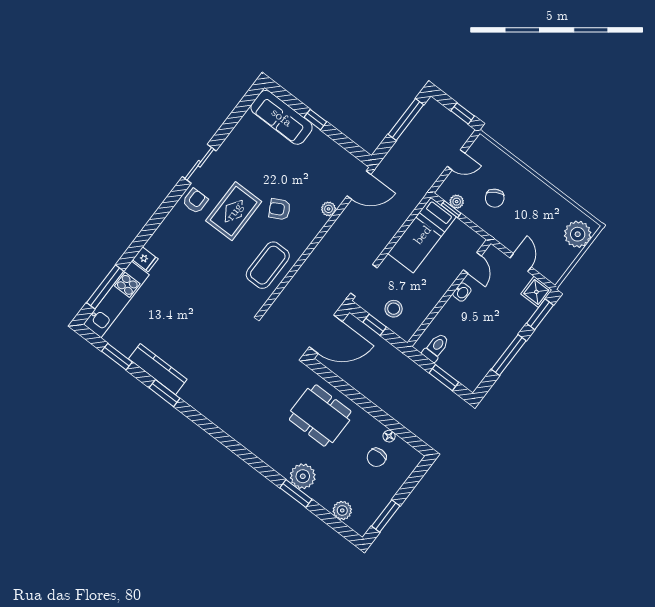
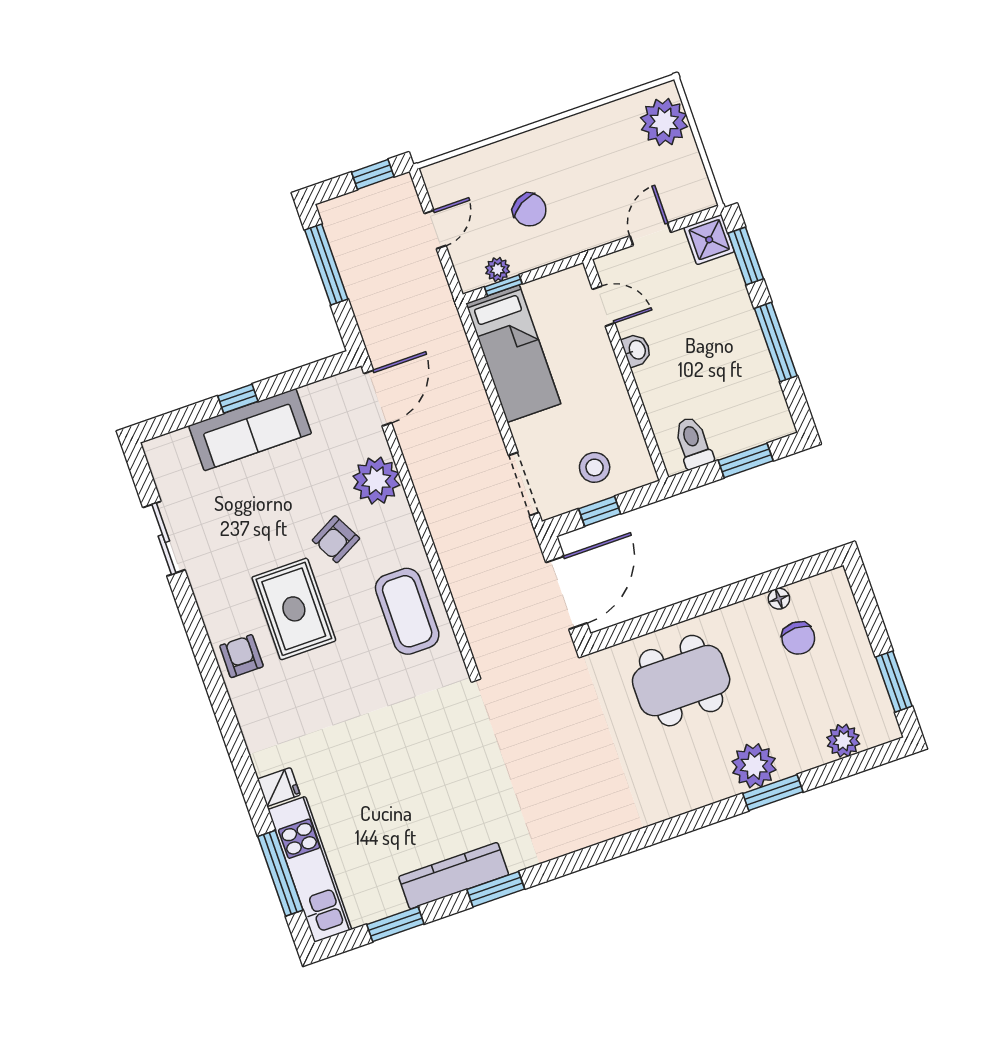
sofa: (282, 117) -> (250, 430), moved
sliding door: (199, 164) -> (164, 539), moved
plant: (329, 209) -> (376, 481), width x1.87, depth x1.87
door: (521, 263) -> (650, 234), hinge flipped

